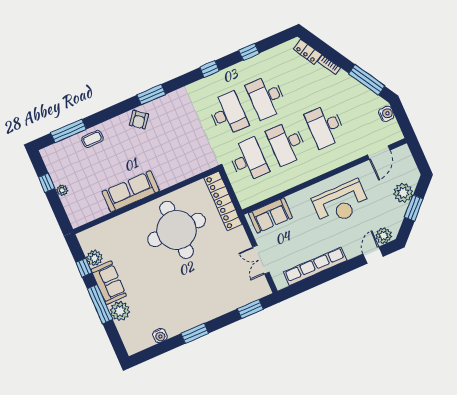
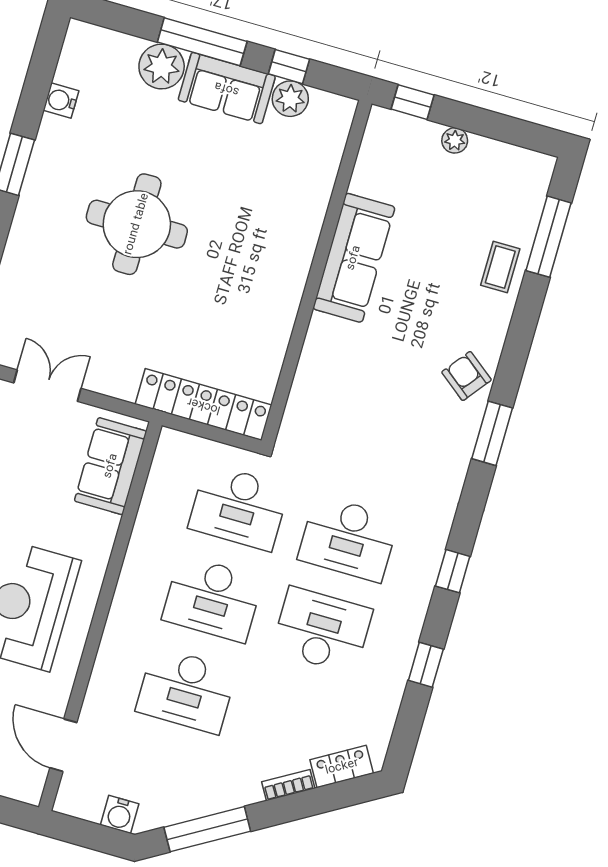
desk: (325, 126) -> (186, 690), turned 180
desk: (287, 143) -> (213, 599), turned 180
window: (47, 183) -> (413, 102), moved
round table: (177, 230) -> (137, 224), moved, width x0.73, depth x0.73

